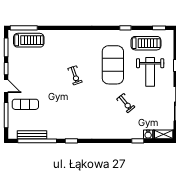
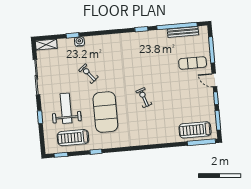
water cooler: (148, 134) -> (79, 42), moved

